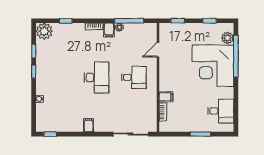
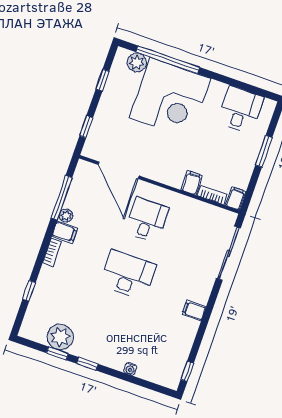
plant: (44, 31) -> (60, 337), moved
door: (158, 50) -> (119, 170), width x1.88
filing cabinet: (166, 127) -> (236, 198), added

